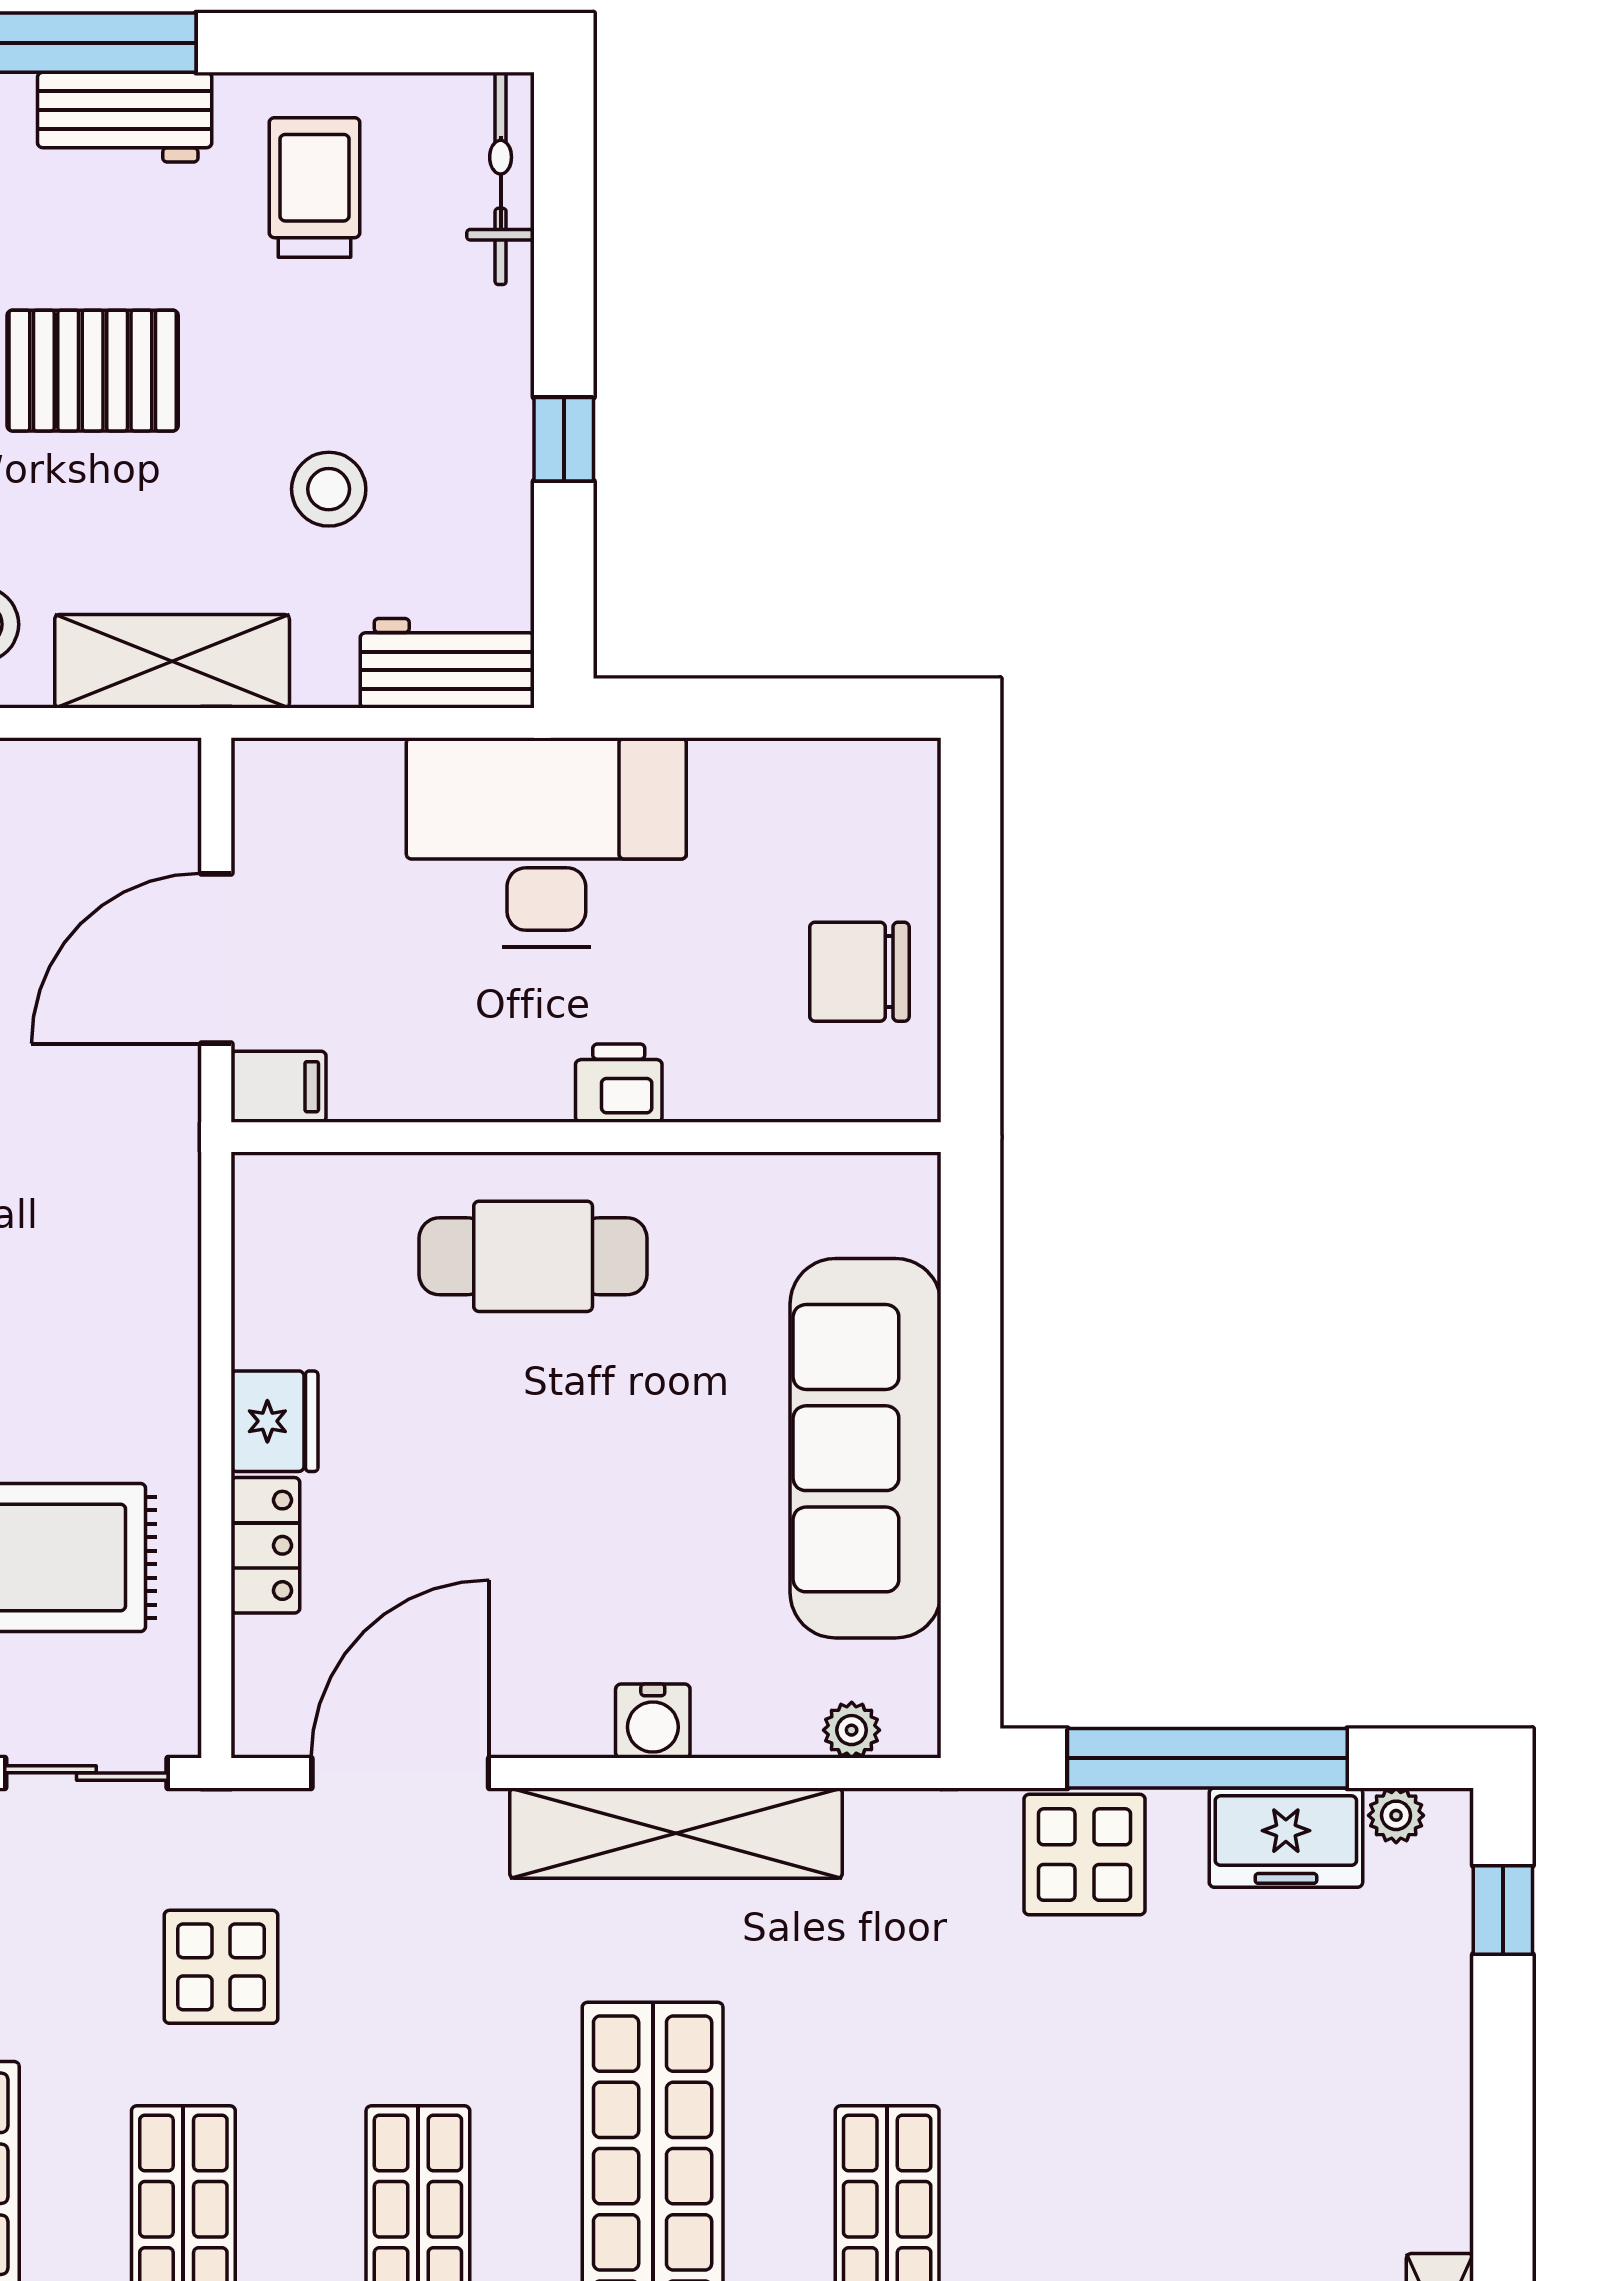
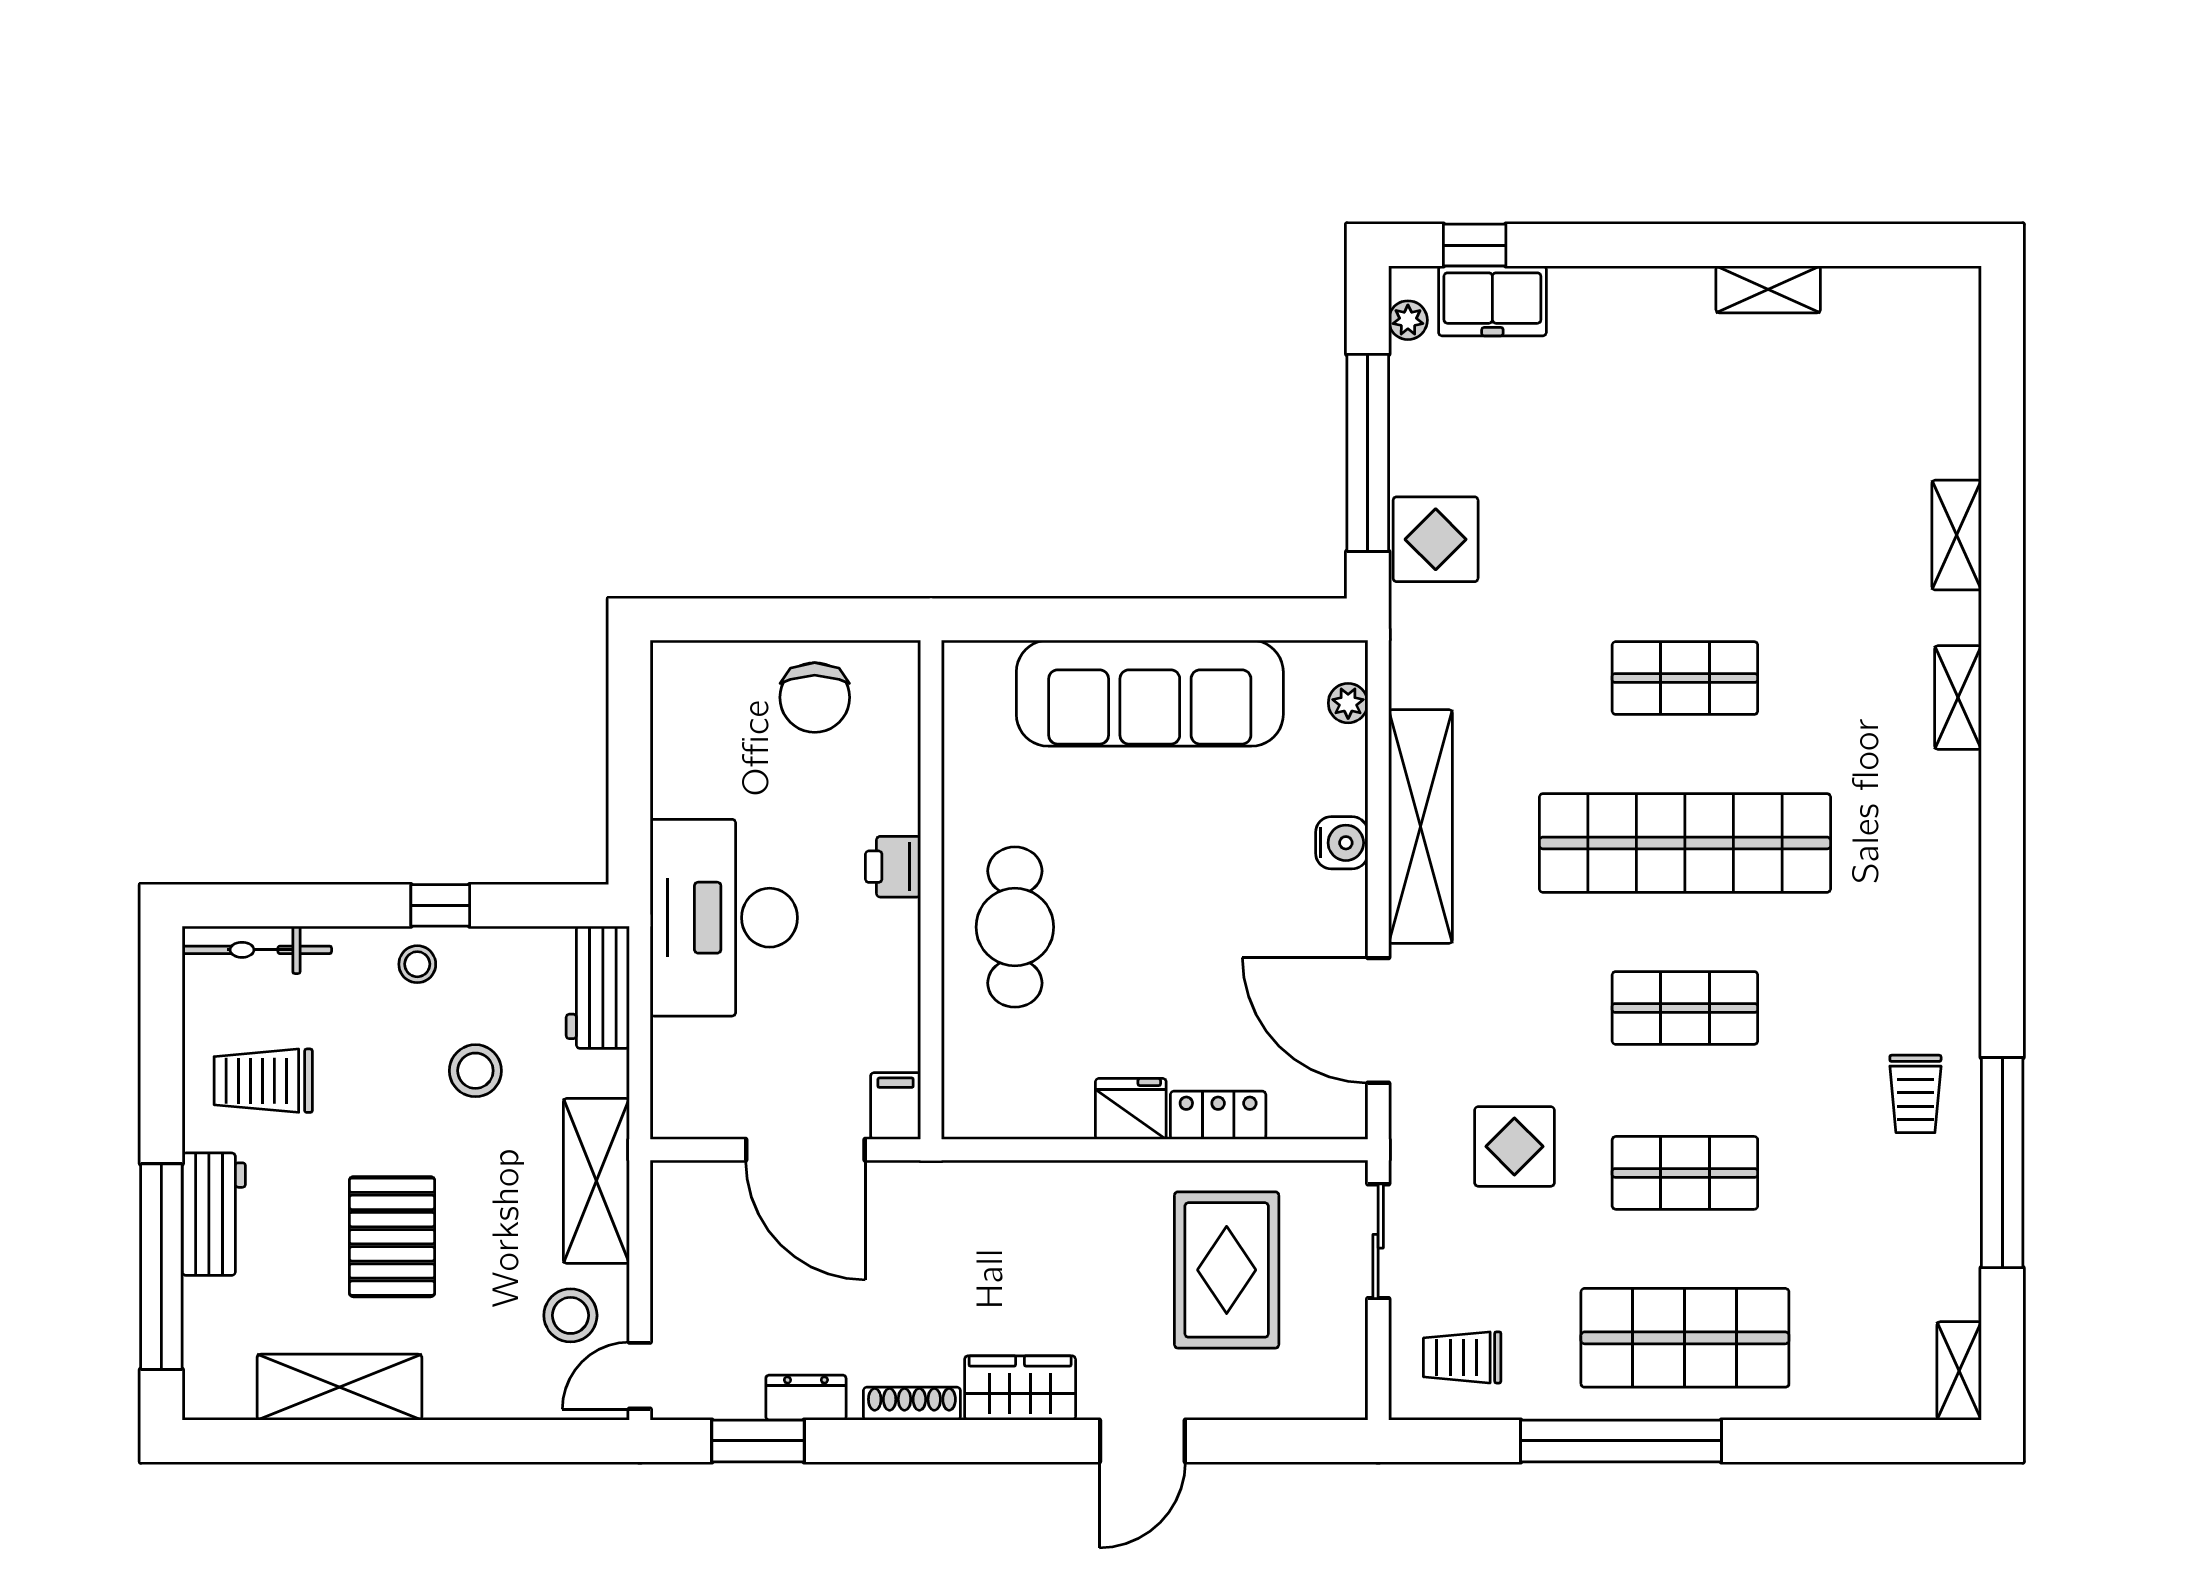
stool: (480, 406) -> (417, 964), added
freezer: (1286, 1838) -> (1492, 301), moved, turned 90

